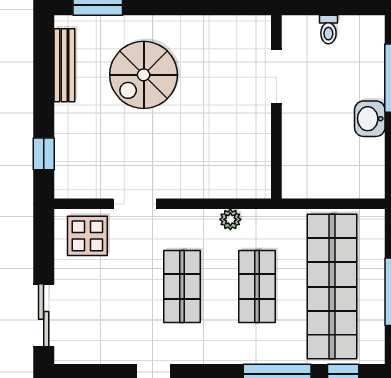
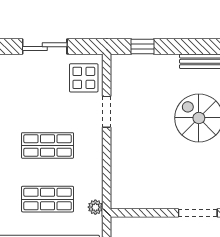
plant: (230, 219) -> (95, 207), moved
sliding door: (44, 315) -> (45, 47), moved

